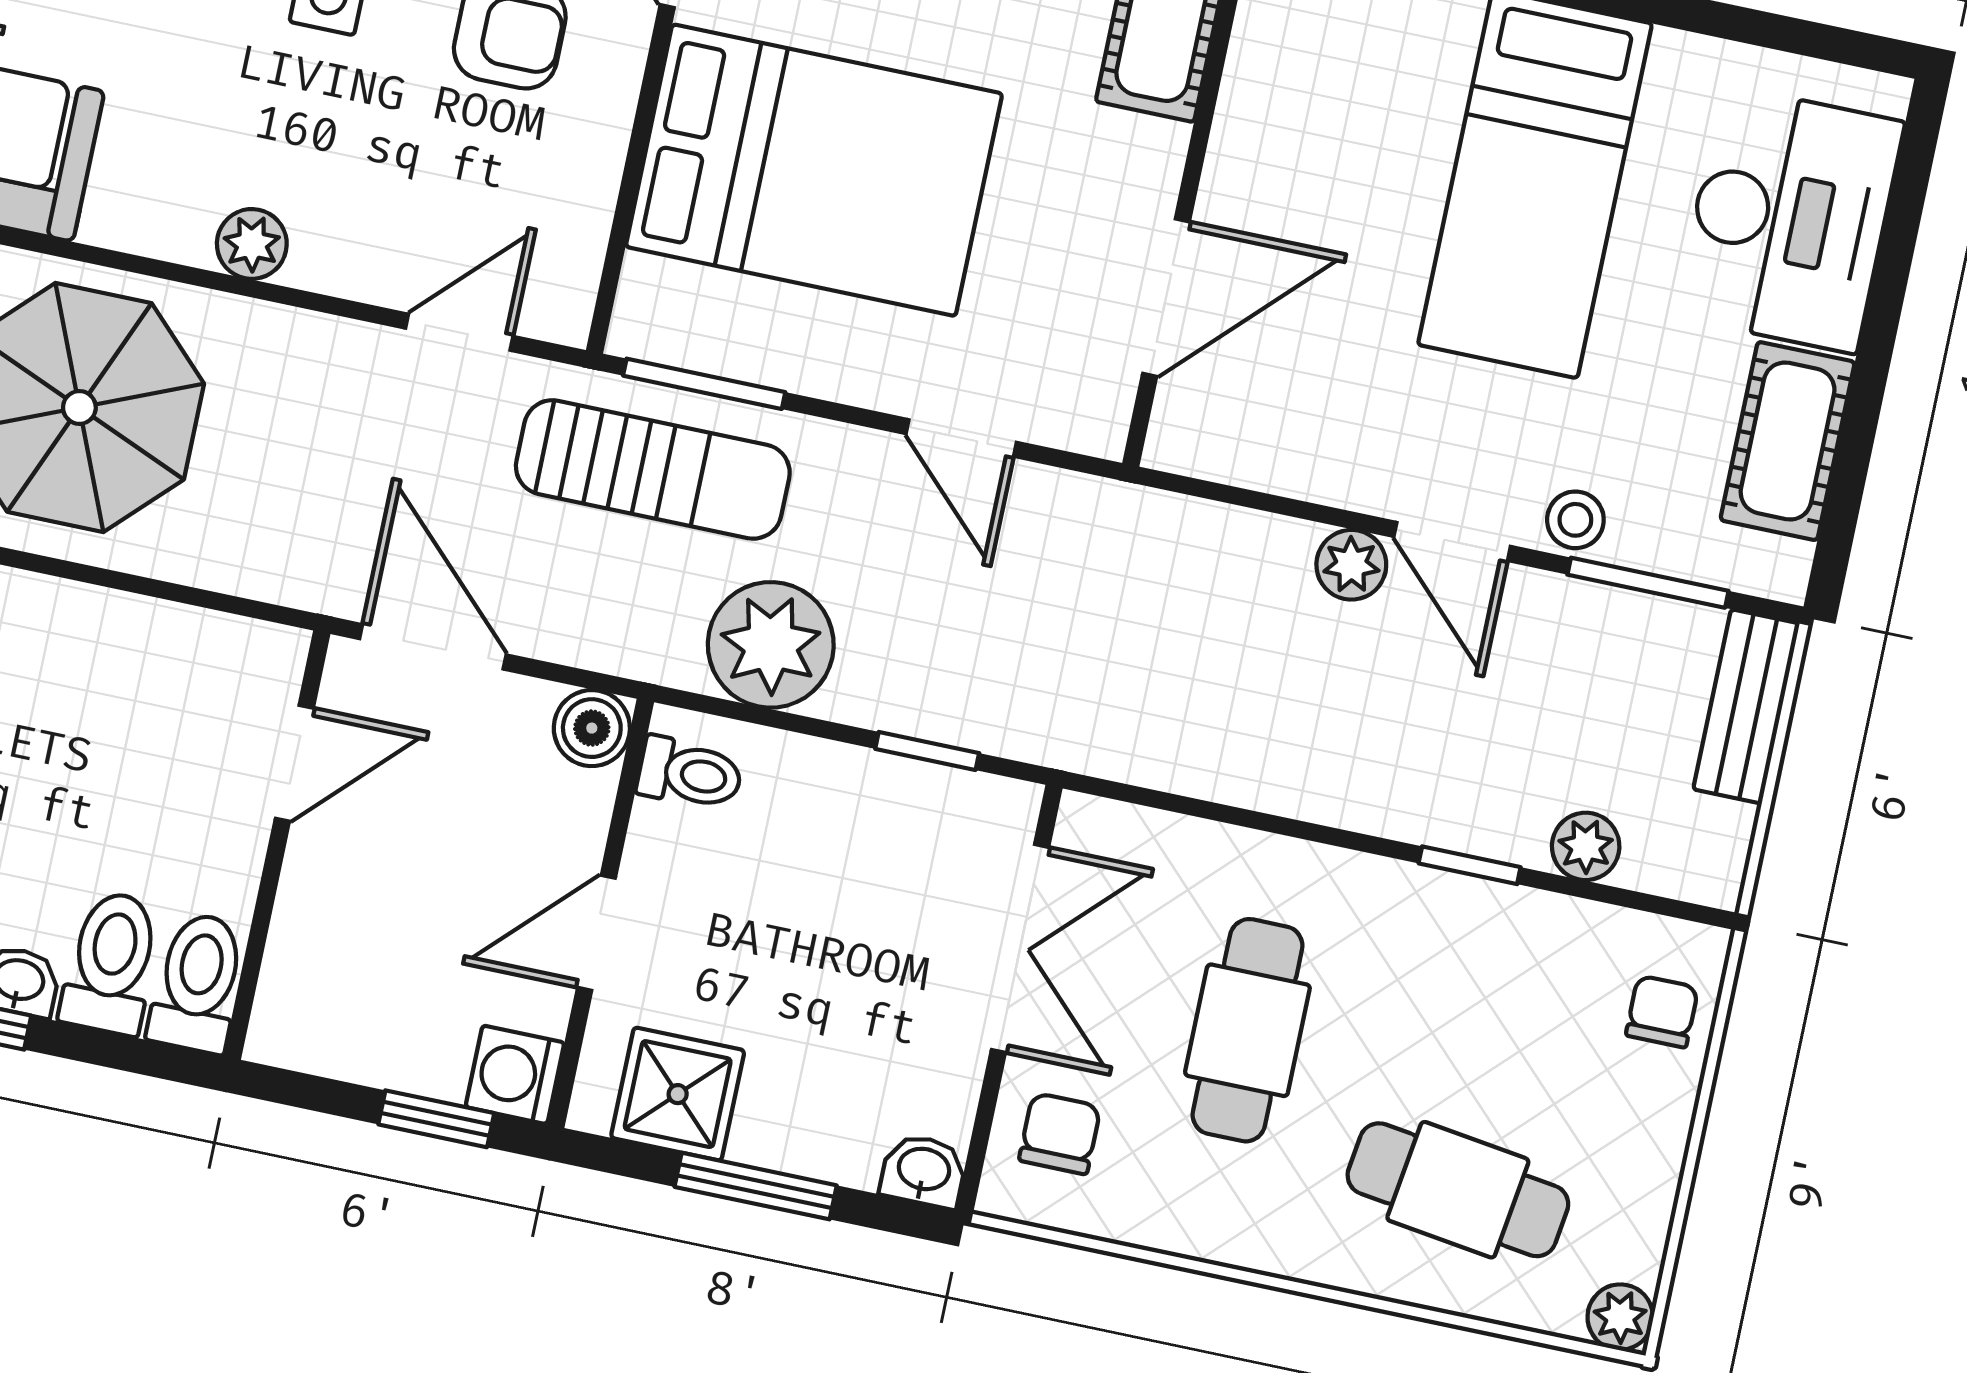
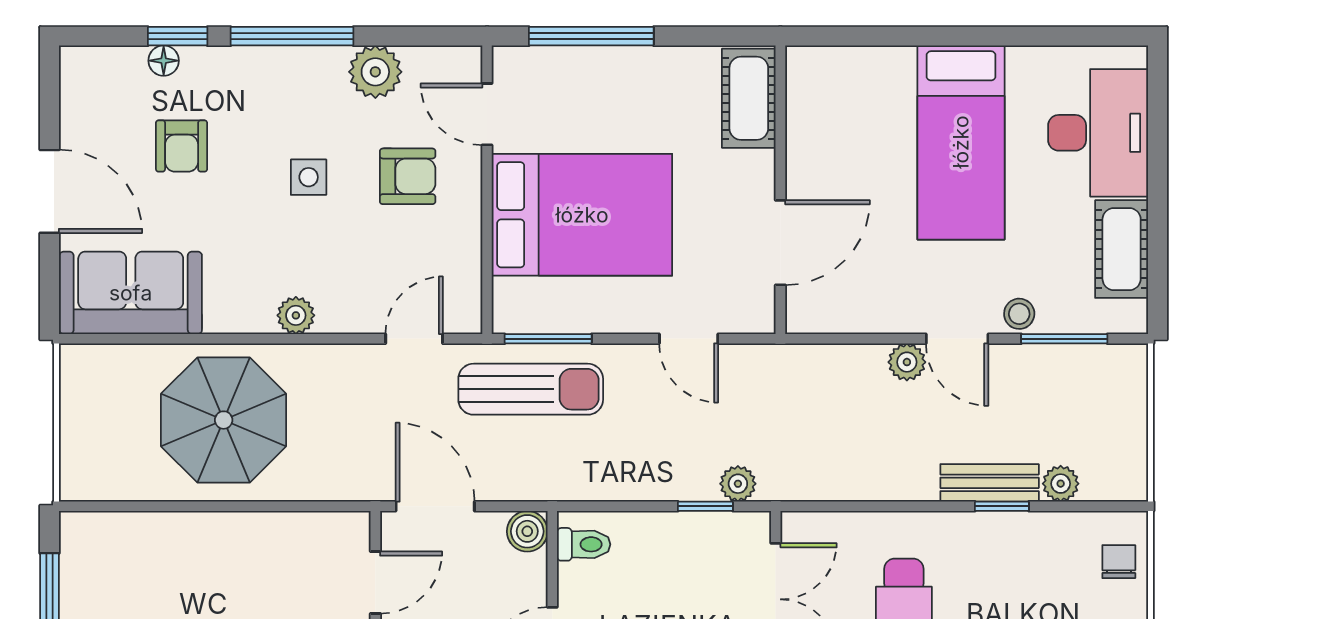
plant: (771, 645) -> (738, 484), moved, width x0.53, depth x0.53
bench: (1746, 706) -> (990, 483), moved, turned 90

